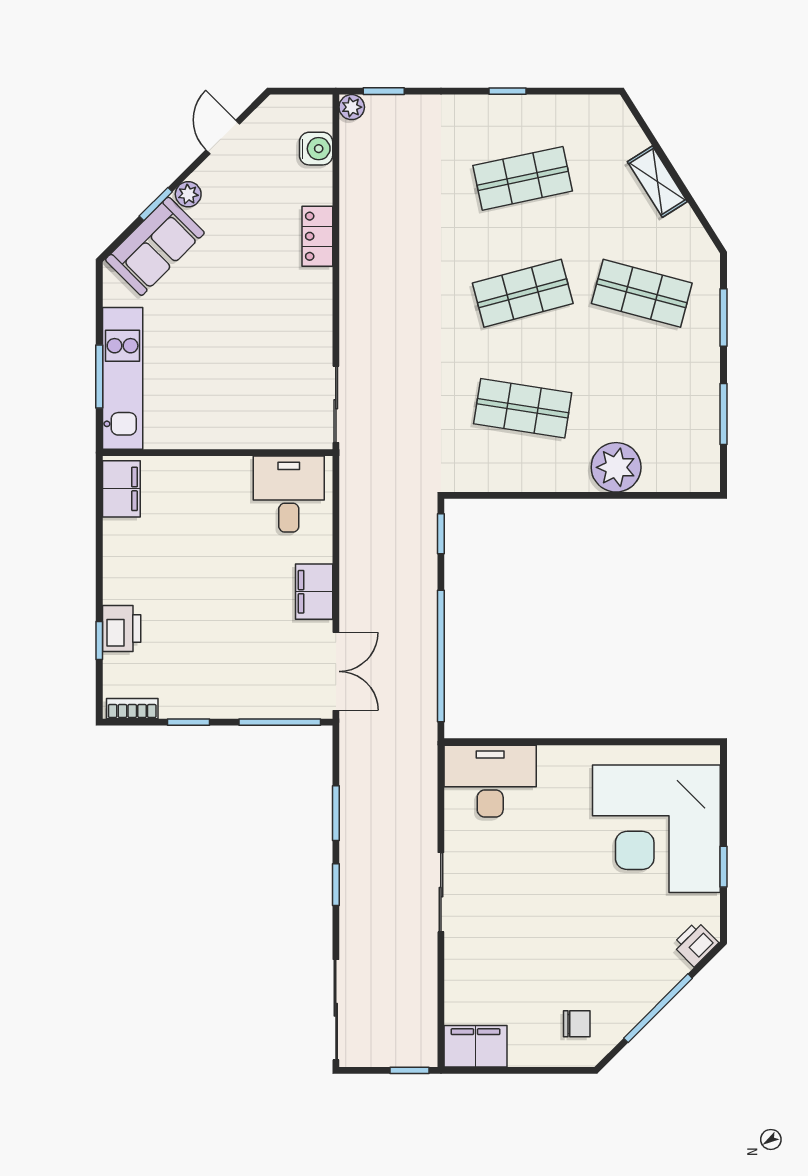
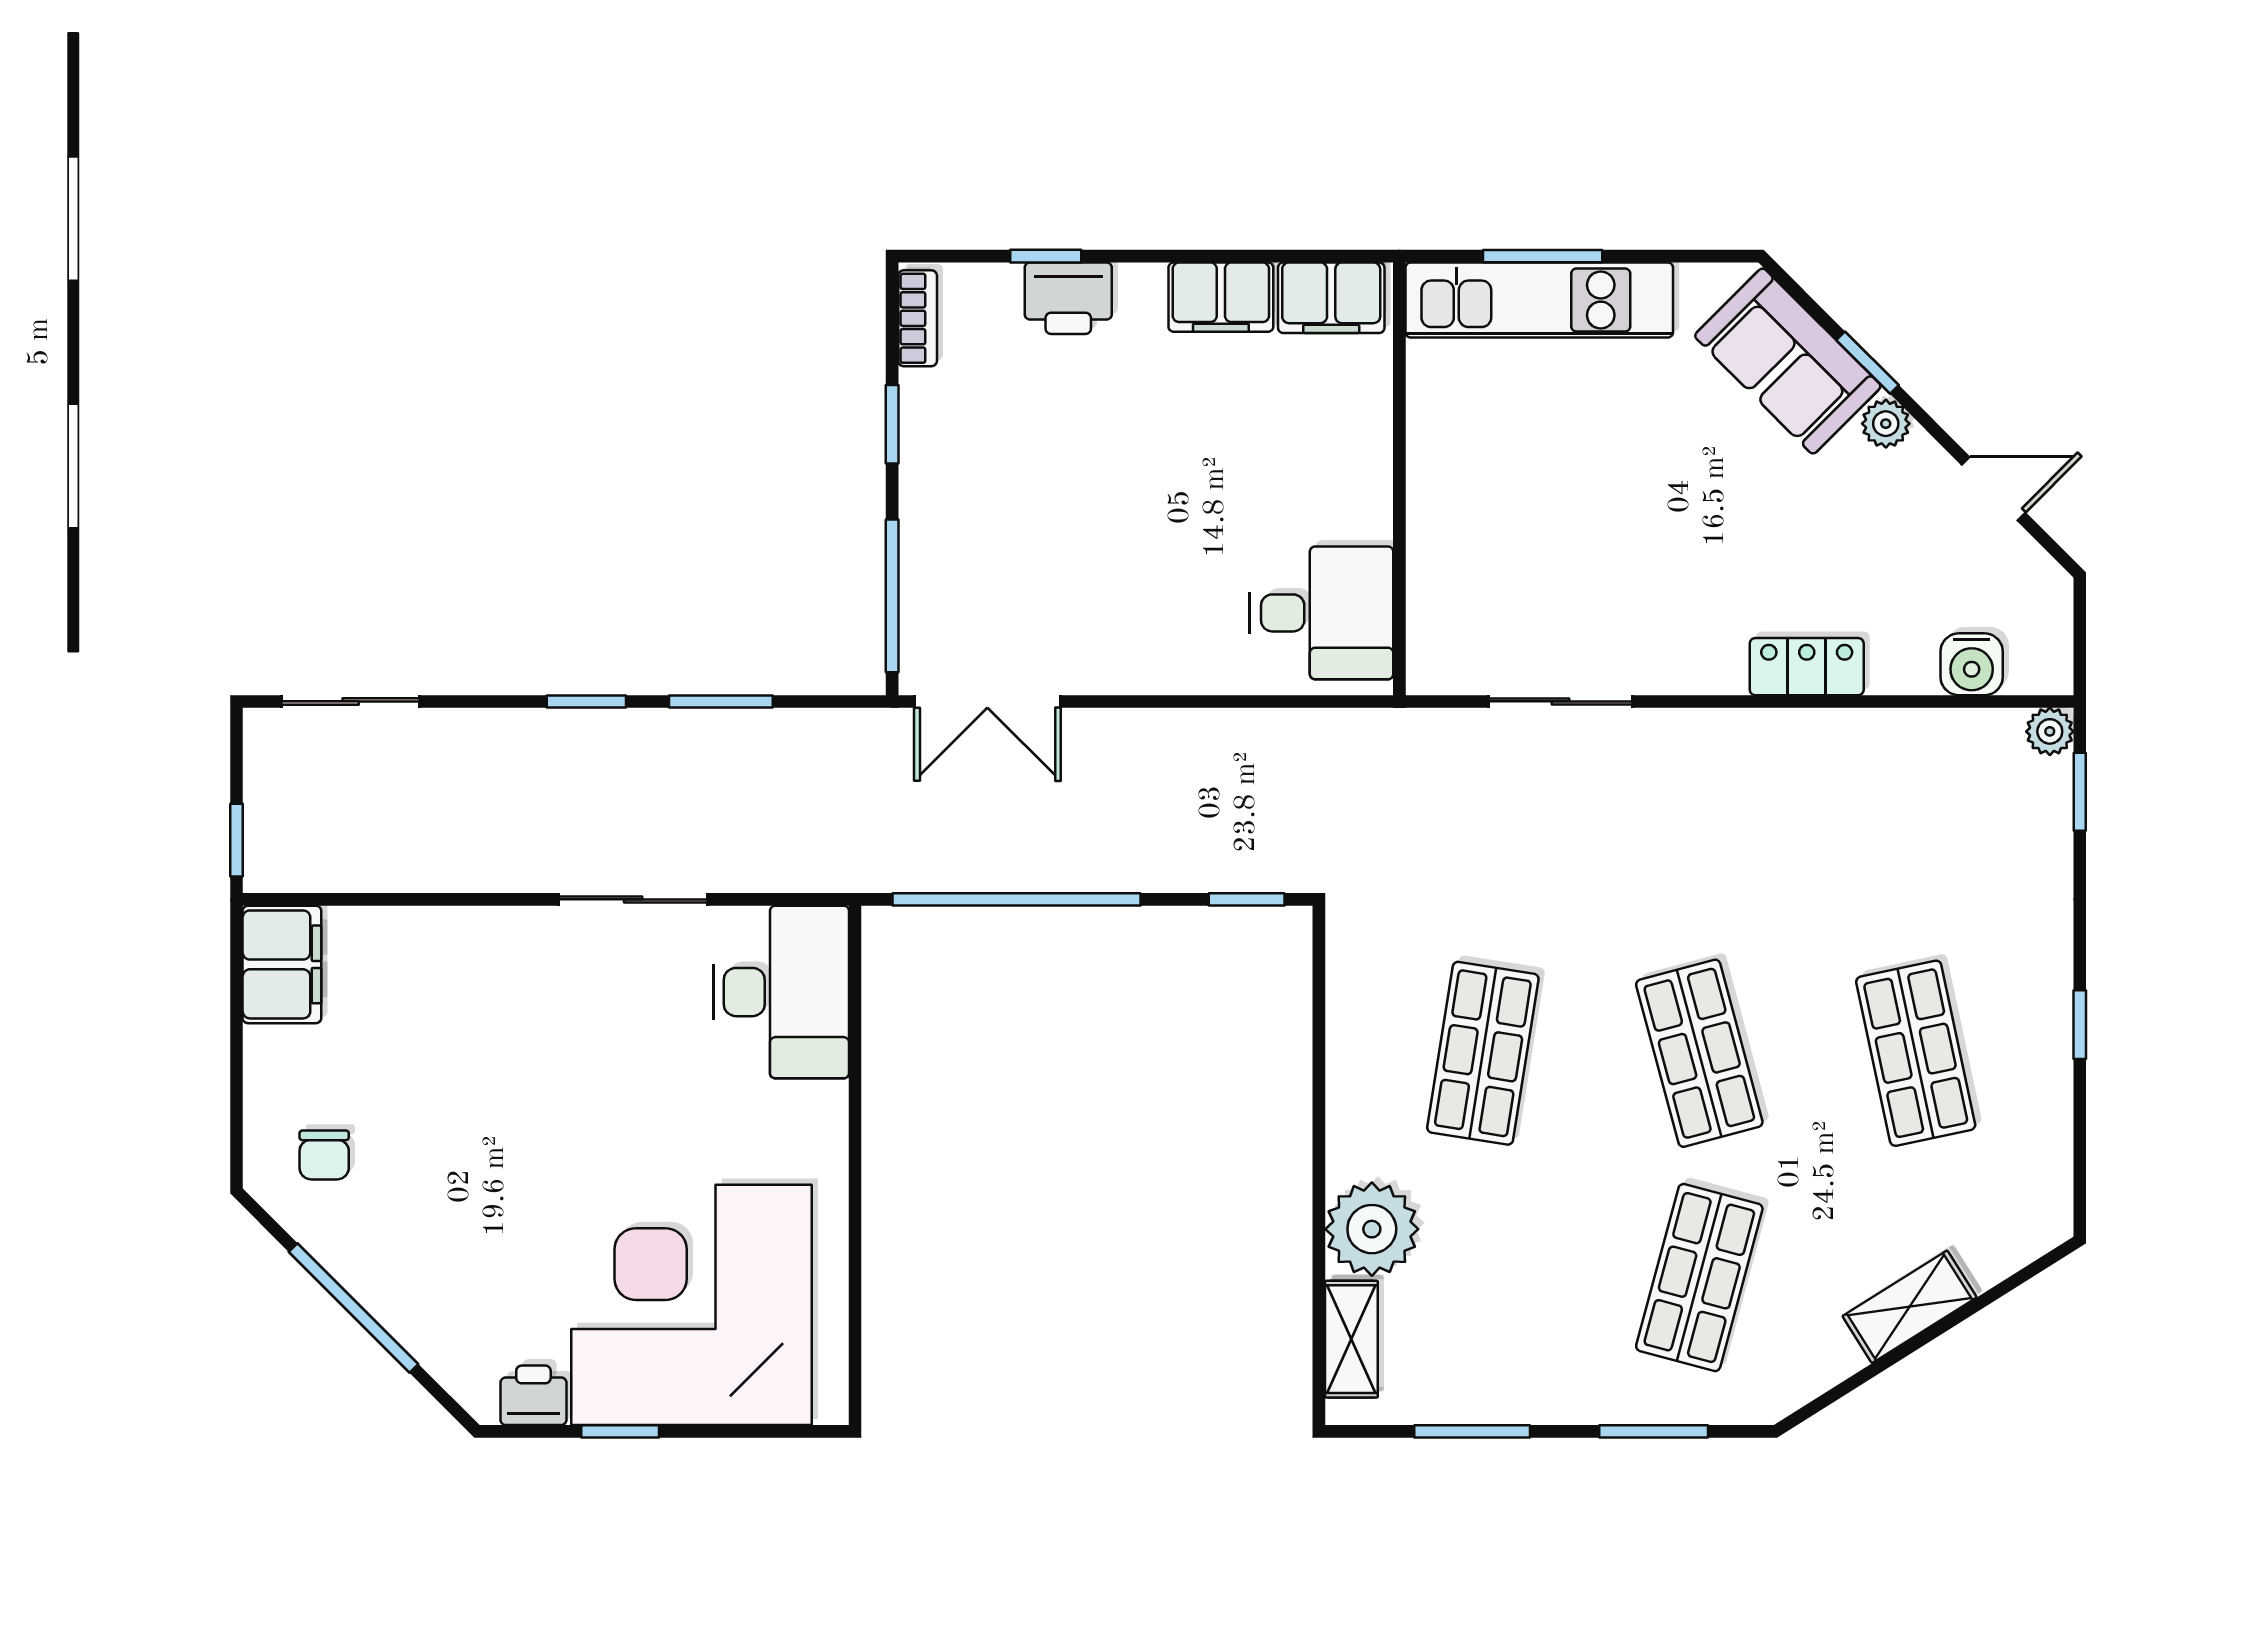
sliding door: (336, 404) -> (1560, 701), moved
shelving: (675, 478) -> (1351, 1339), added
filing cabinet: (314, 592) -> (1221, 297), moved, turned 180
sliding door: (441, 892) -> (633, 899), moved
printer: (695, 944) -> (533, 1395), moved, turned -45
sliding door: (336, 1010) -> (351, 701), width x0.73

